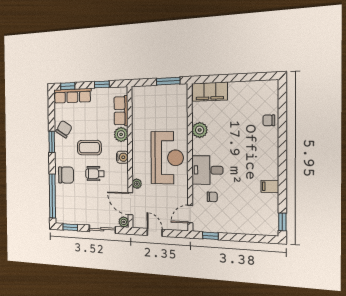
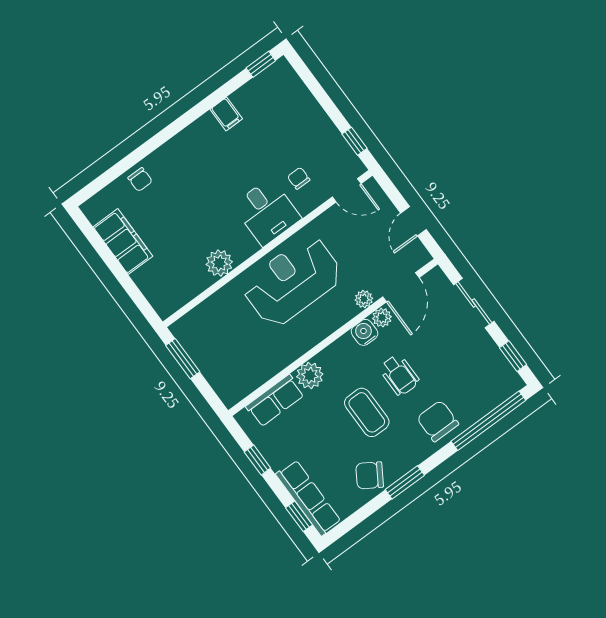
filing cabinet: (210, 92) -> (123, 242), moved
water cooler: (122, 157) -> (365, 332), moved
plant: (124, 222) -> (382, 318), moved

